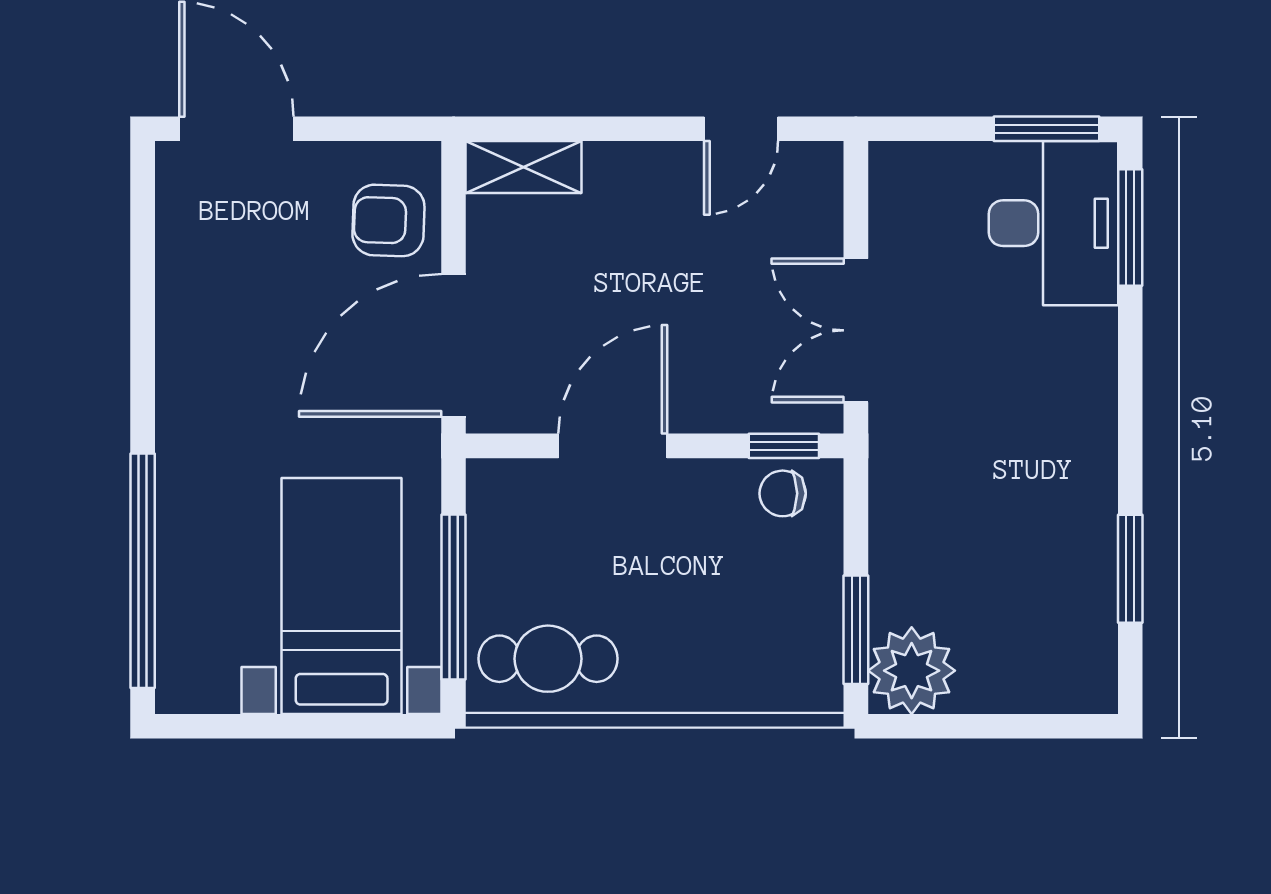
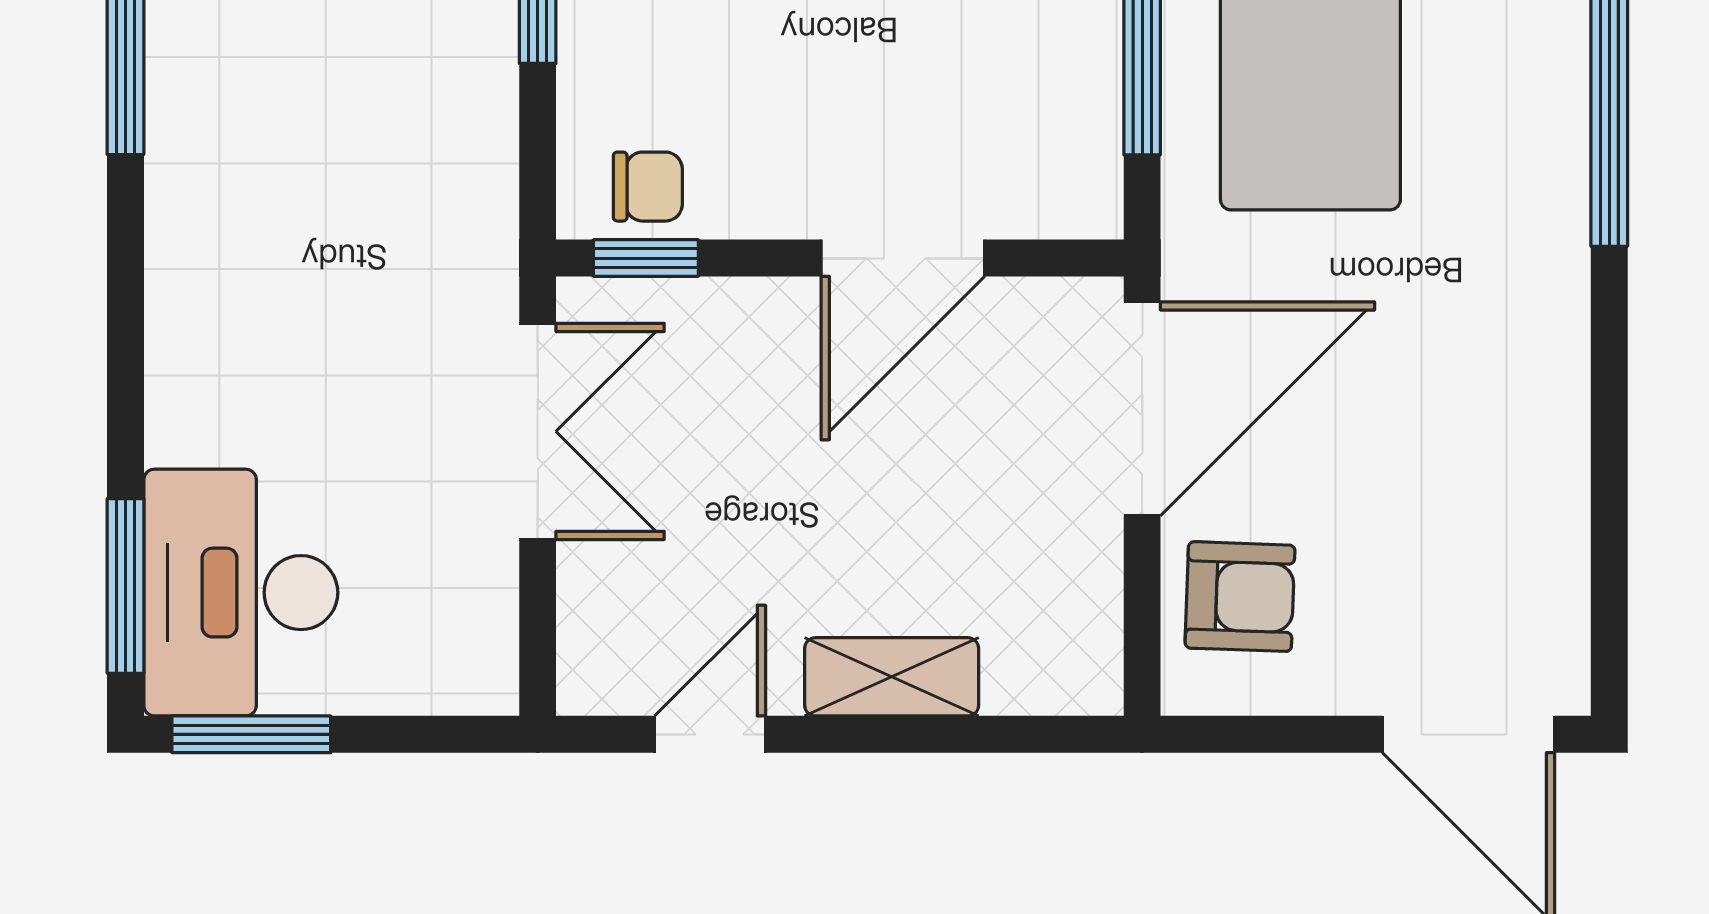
shelving: (524, 167) -> (892, 677), moved

